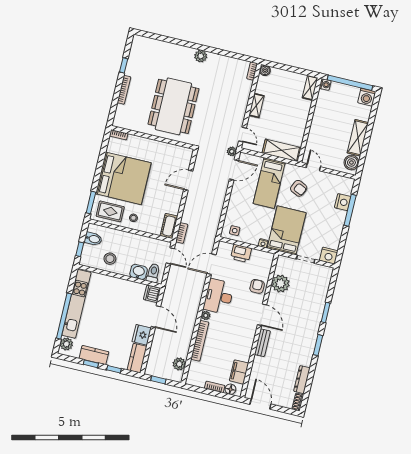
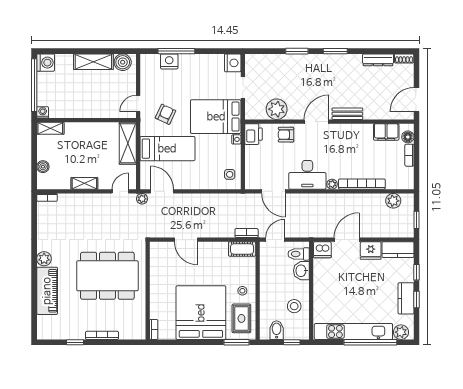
piano: (173, 52) -> (47, 291), added
boiler: (265, 70) -> (43, 167), moved
printer: (241, 253) -> (253, 134), moved

